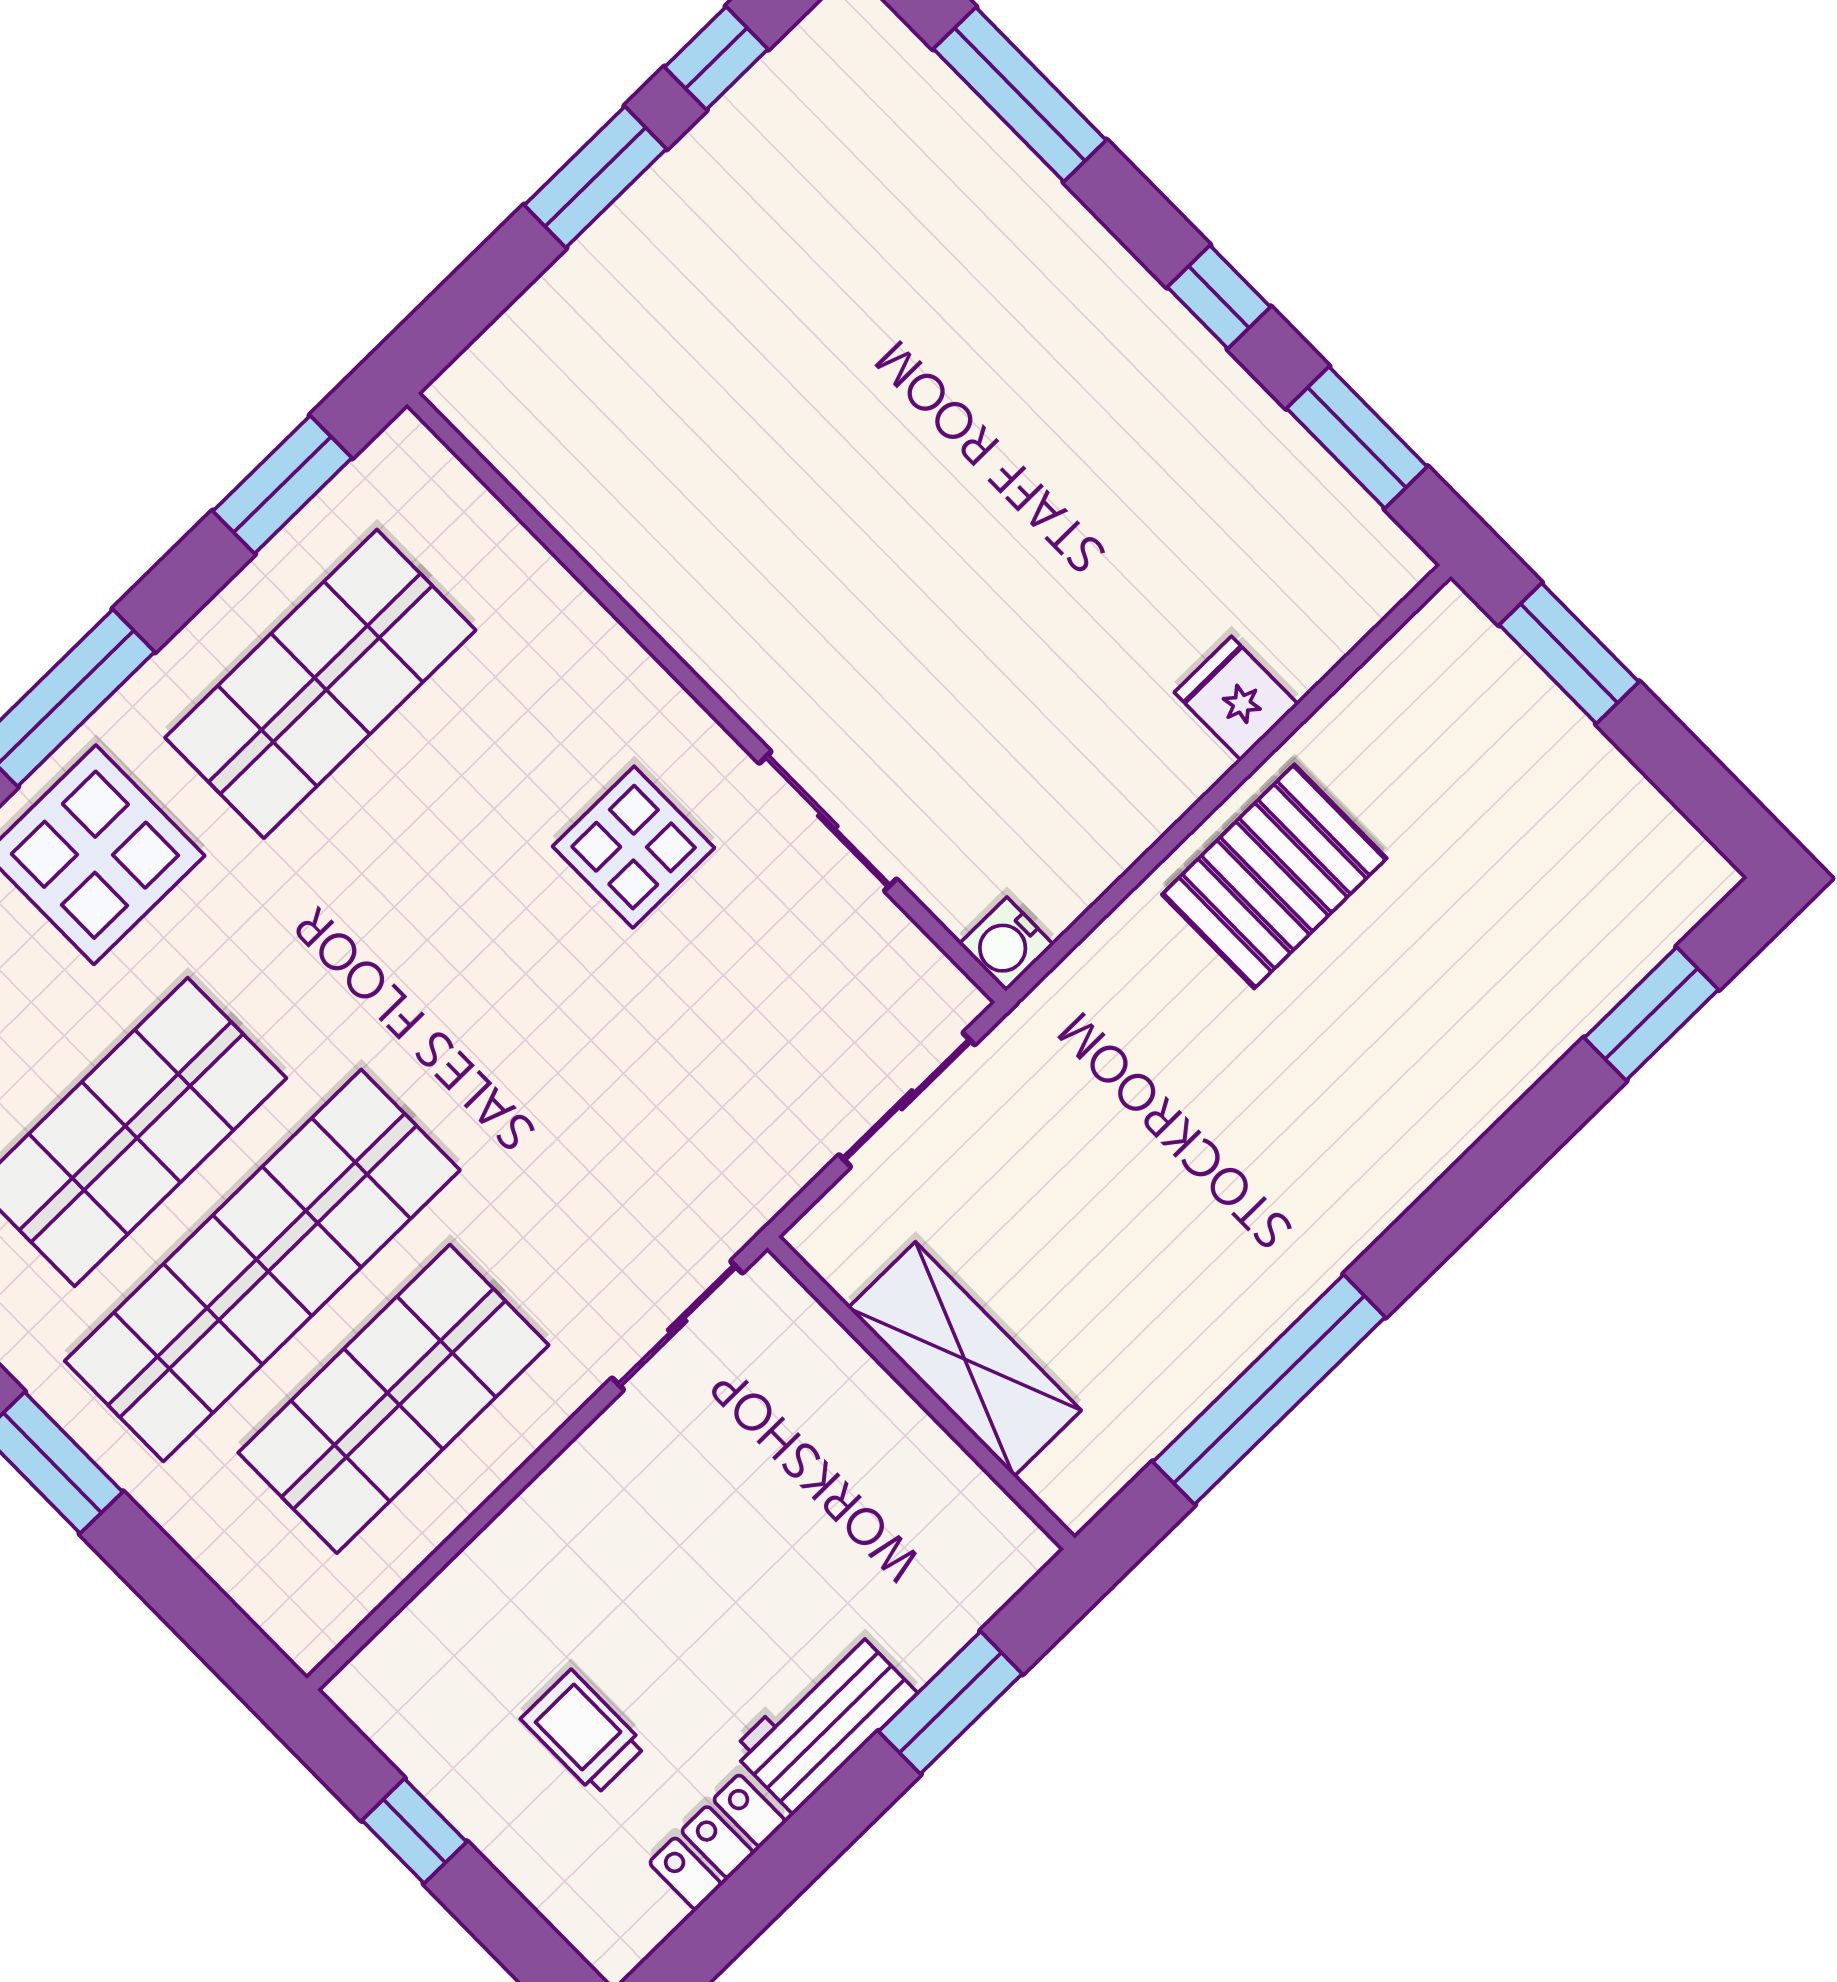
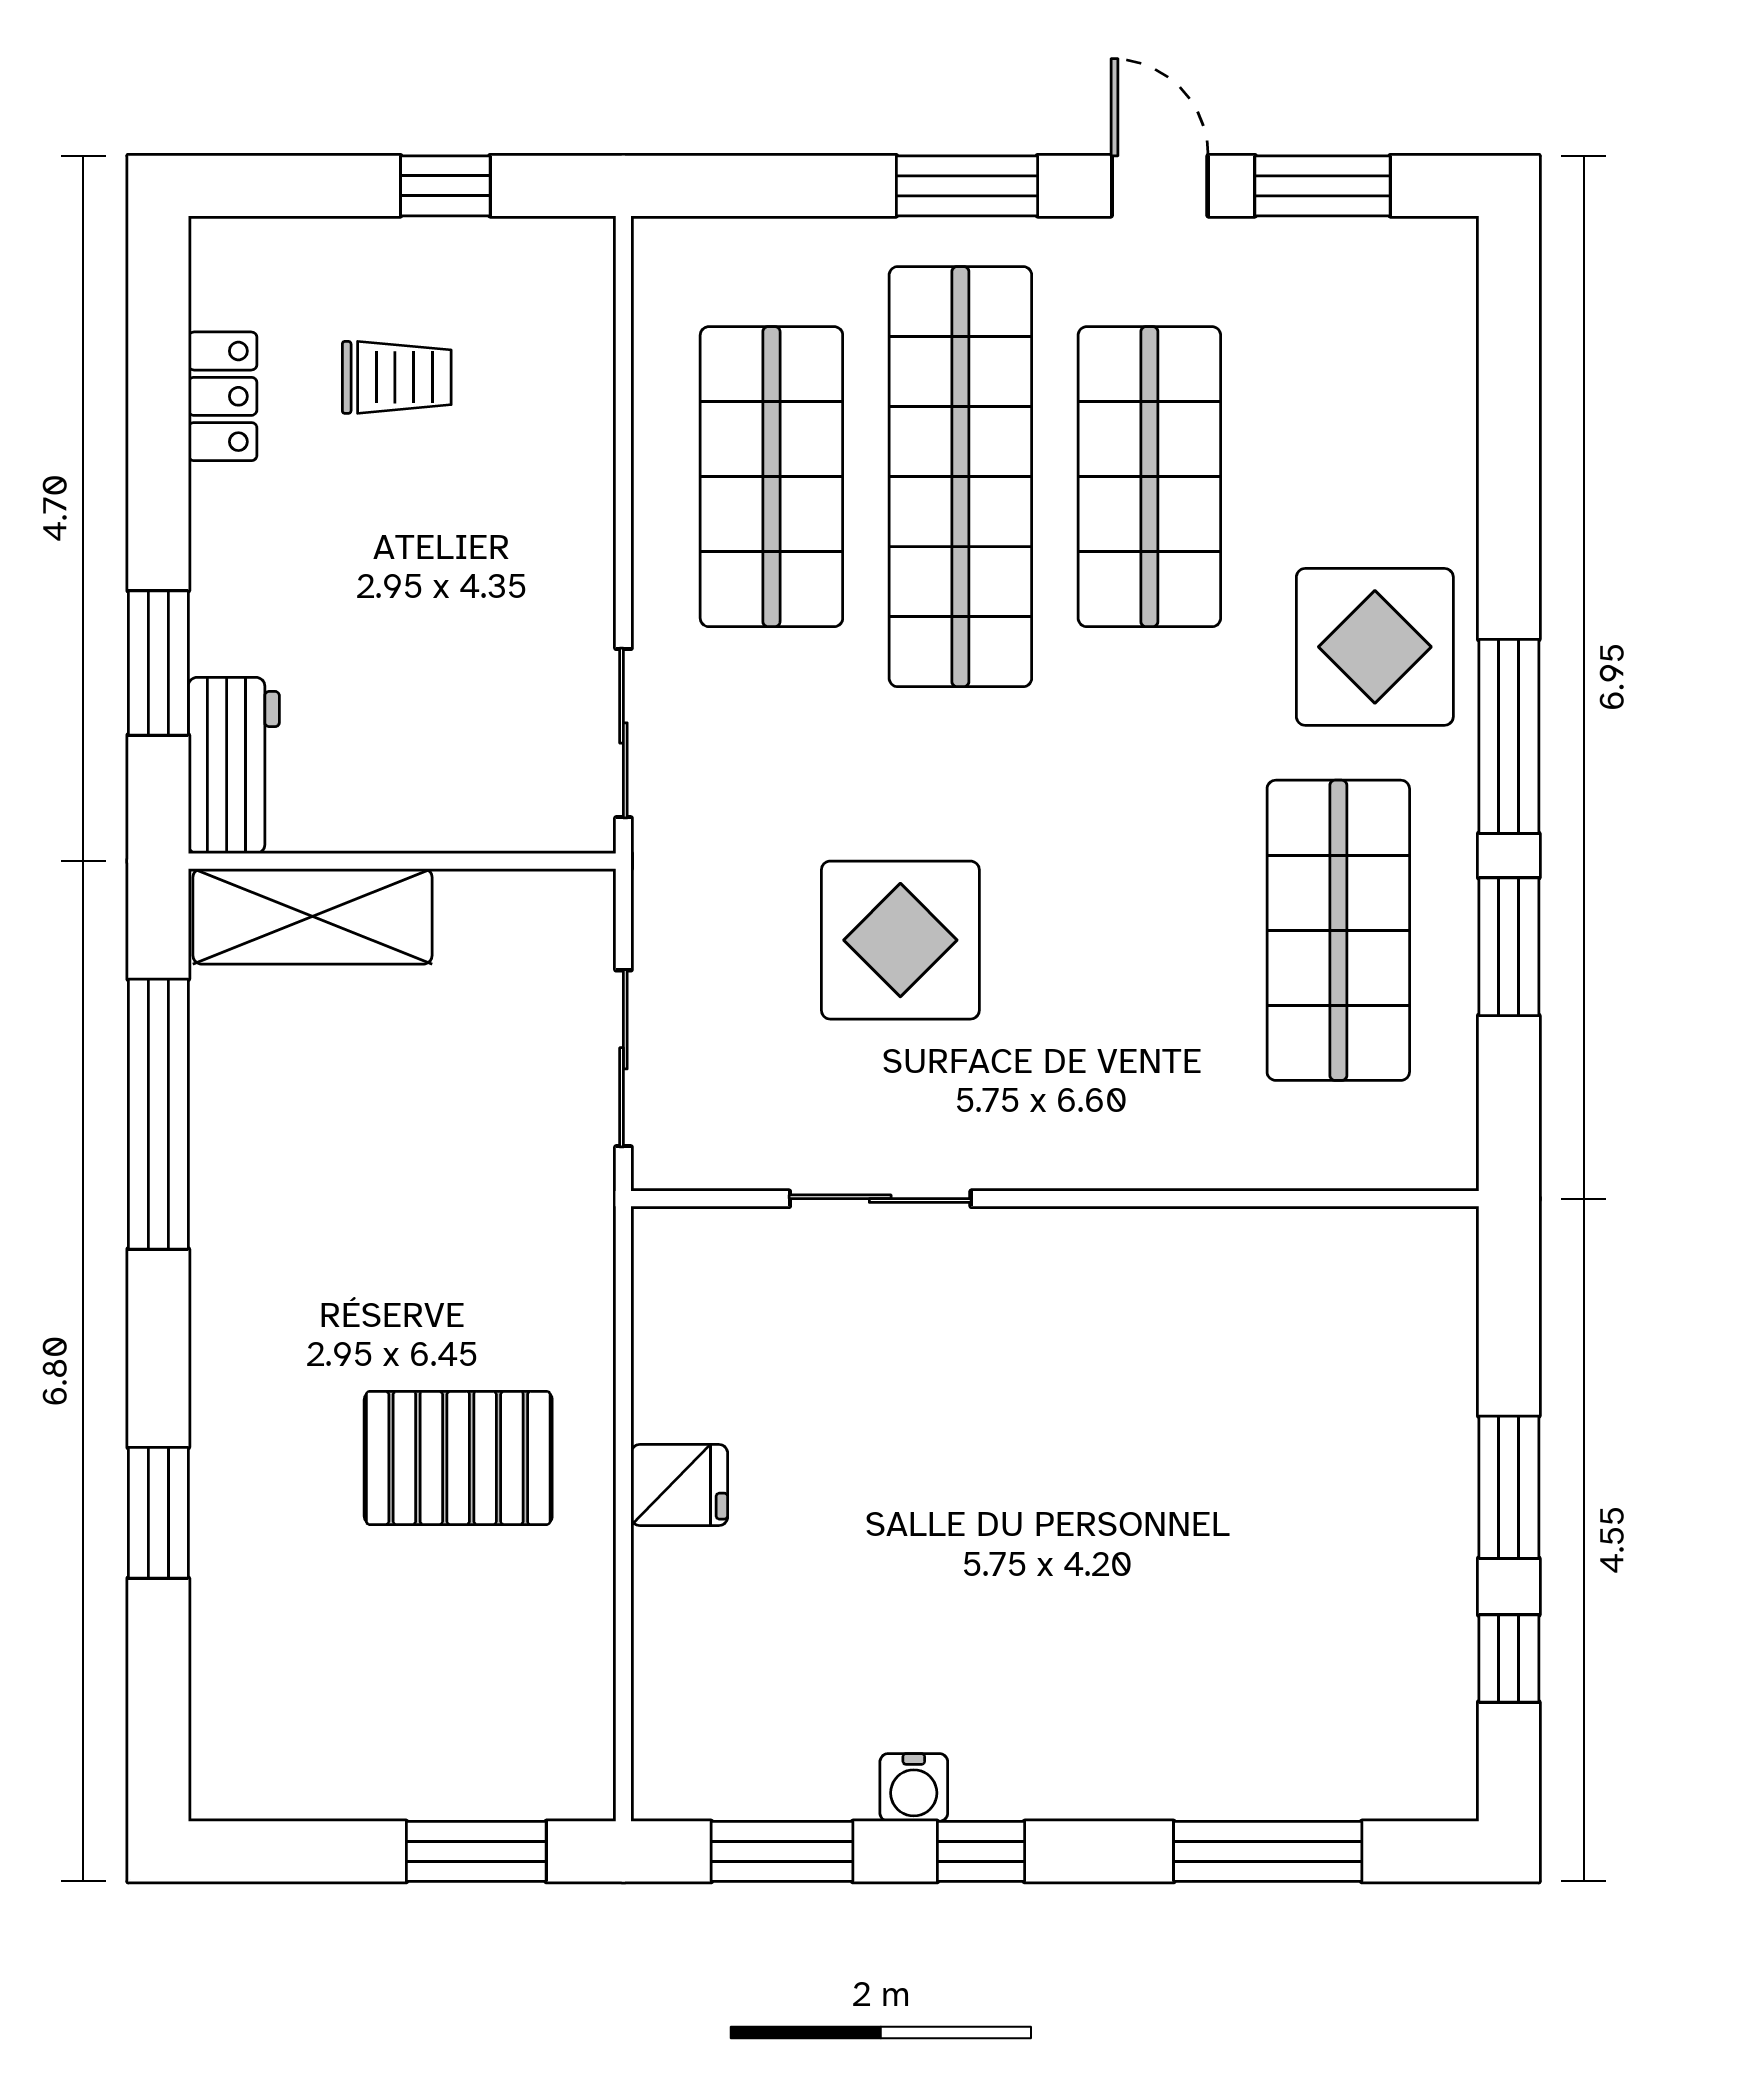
window: (282, 485) -> (1509, 947), moved
fridge: (1236, 698) -> (679, 1485), moved
display table: (634, 847) -> (900, 940), moved, width x1.36, depth x1.36
pallet: (1274, 876) -> (458, 1458), moved, turned 90
water cooler: (1006, 944) -> (914, 1787), moved, turned 180
window: (1651, 1014) -> (158, 1513), moved
shelving: (965, 1359) -> (312, 916), moved
workbench: (824, 1722) -> (234, 765), moved

